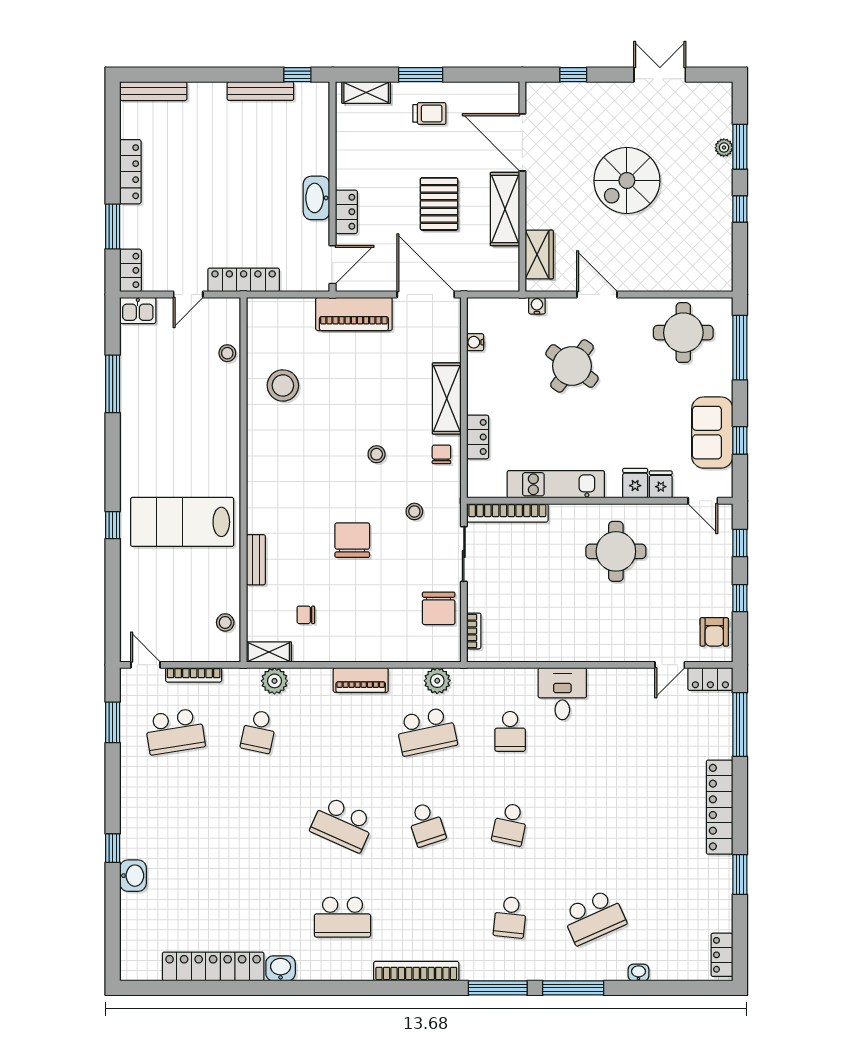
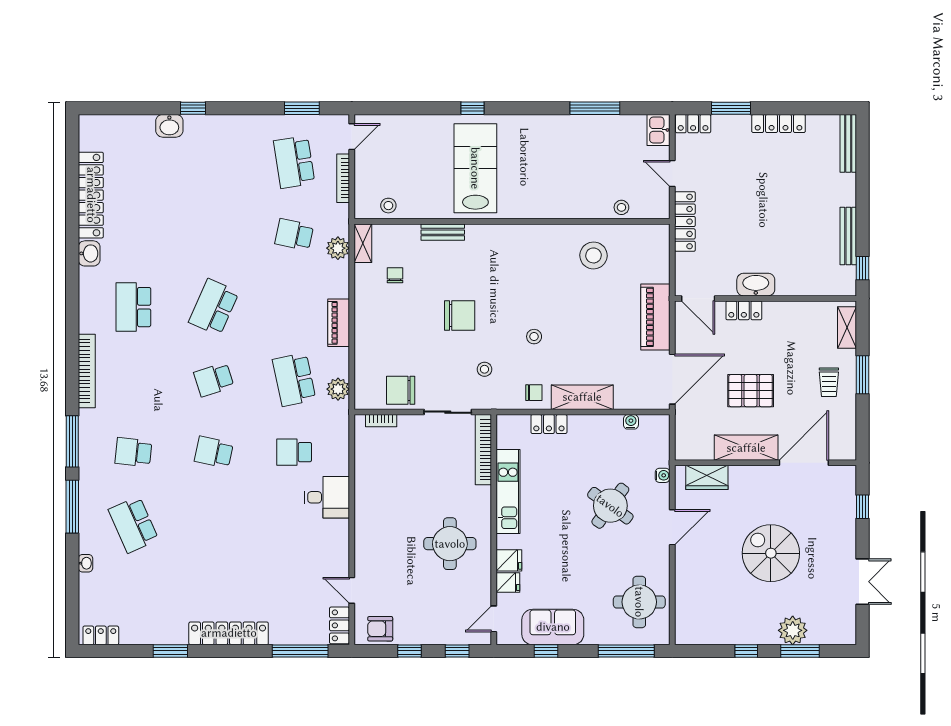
plant: (724, 148) -> (793, 630), width x1.87, depth x1.87

